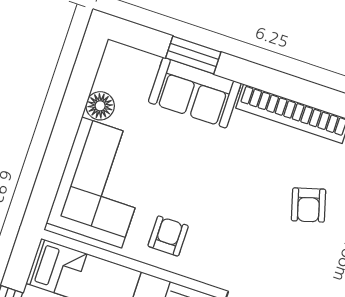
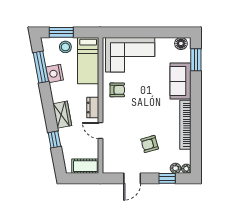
window: (193, 55) -> (196, 60), moved
floor lamp: (100, 106) -> (181, 43), moved

